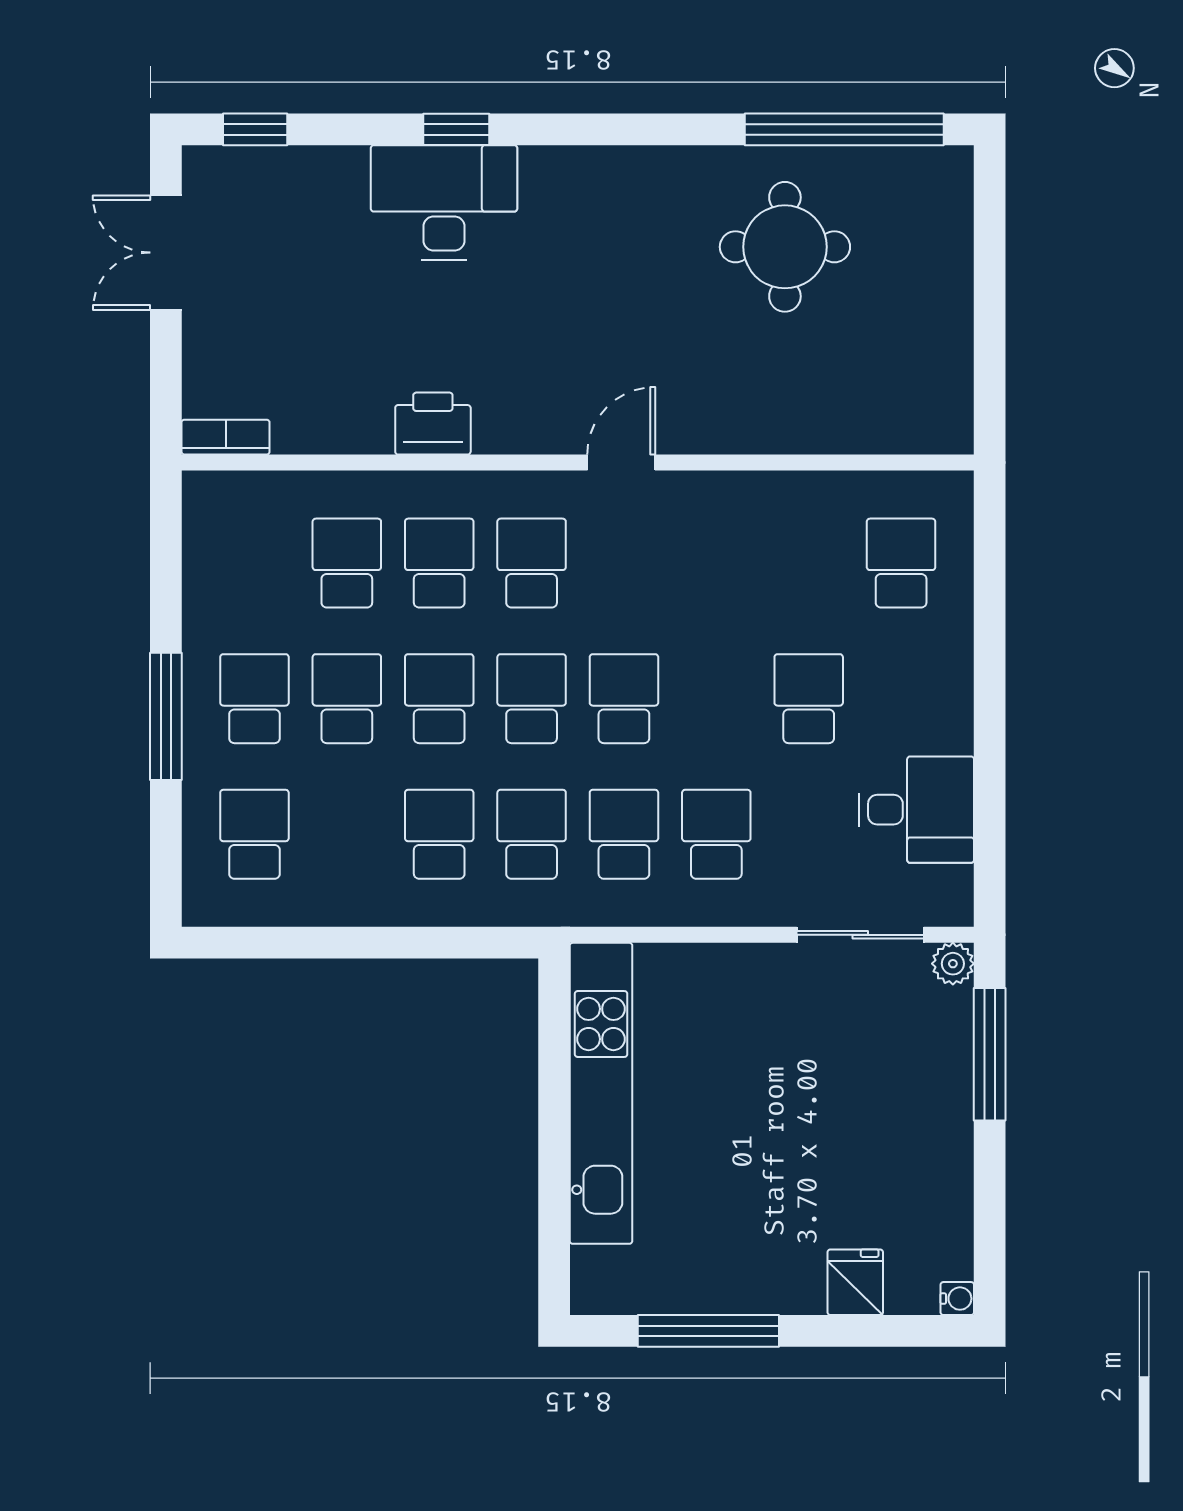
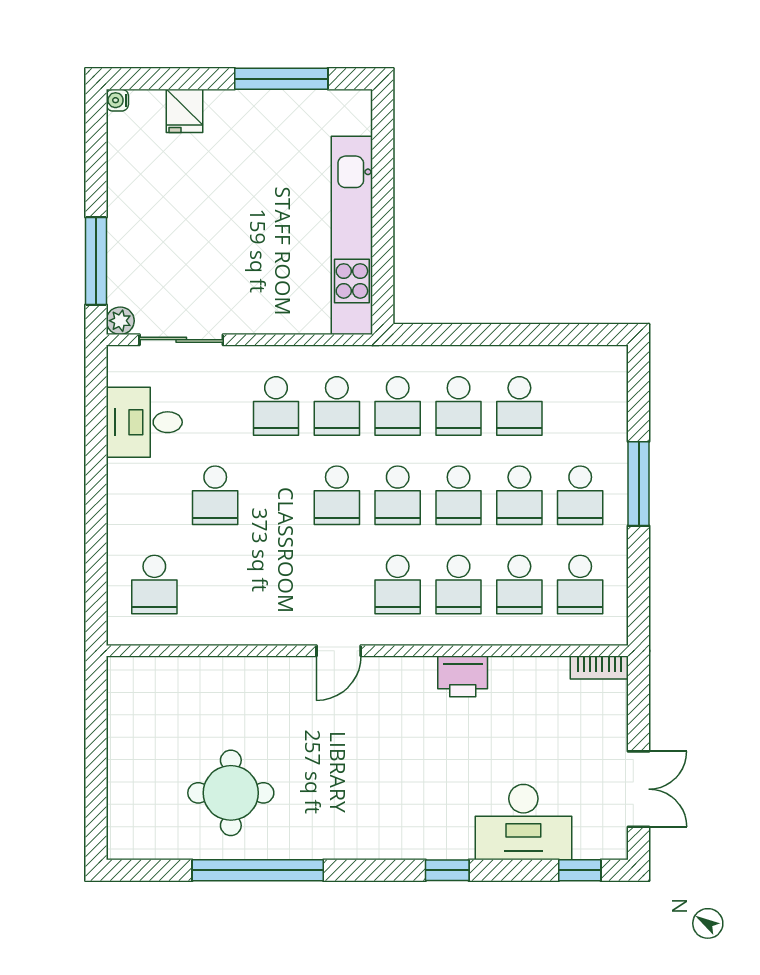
window: (844, 129) -> (258, 870), moved
desk: (444, 202) -> (523, 822), moved
school desk: (254, 563) -> (580, 585), added
school desk: (254, 834) -> (519, 406), moved

